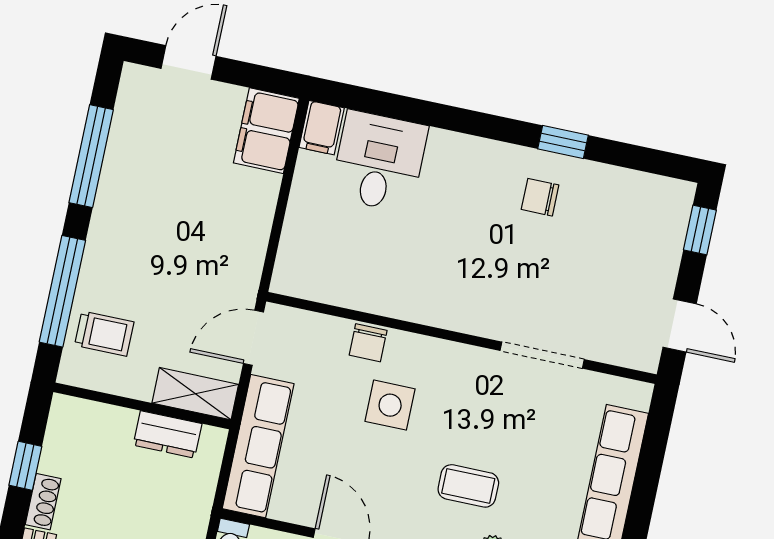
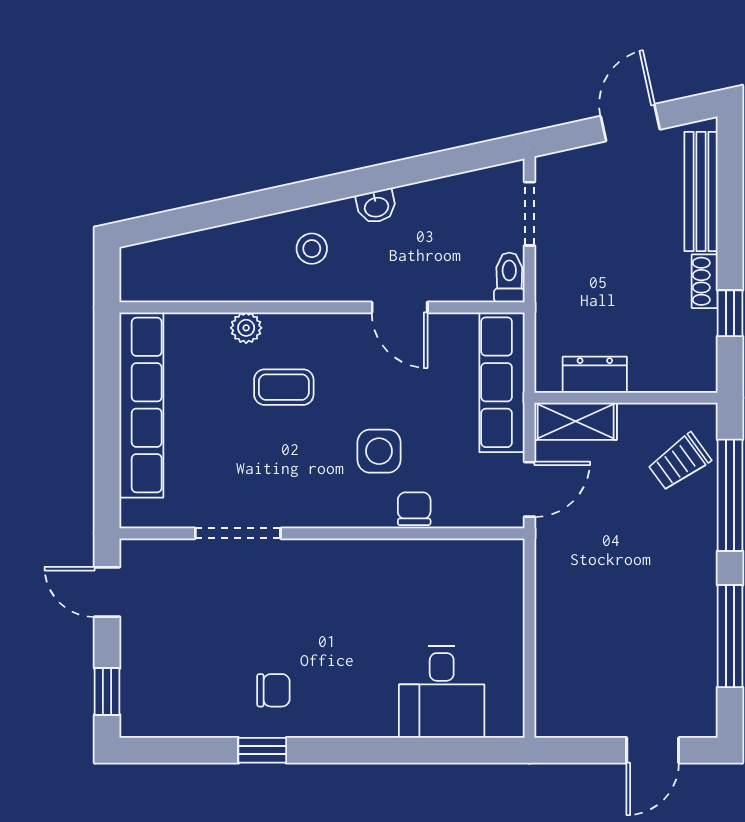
filing cabinet: (322, 128) -> (506, 713), removed
filing cabinet: (266, 131) -> (561, 699), removed
trolley: (104, 334) -> (679, 462), turned -36

